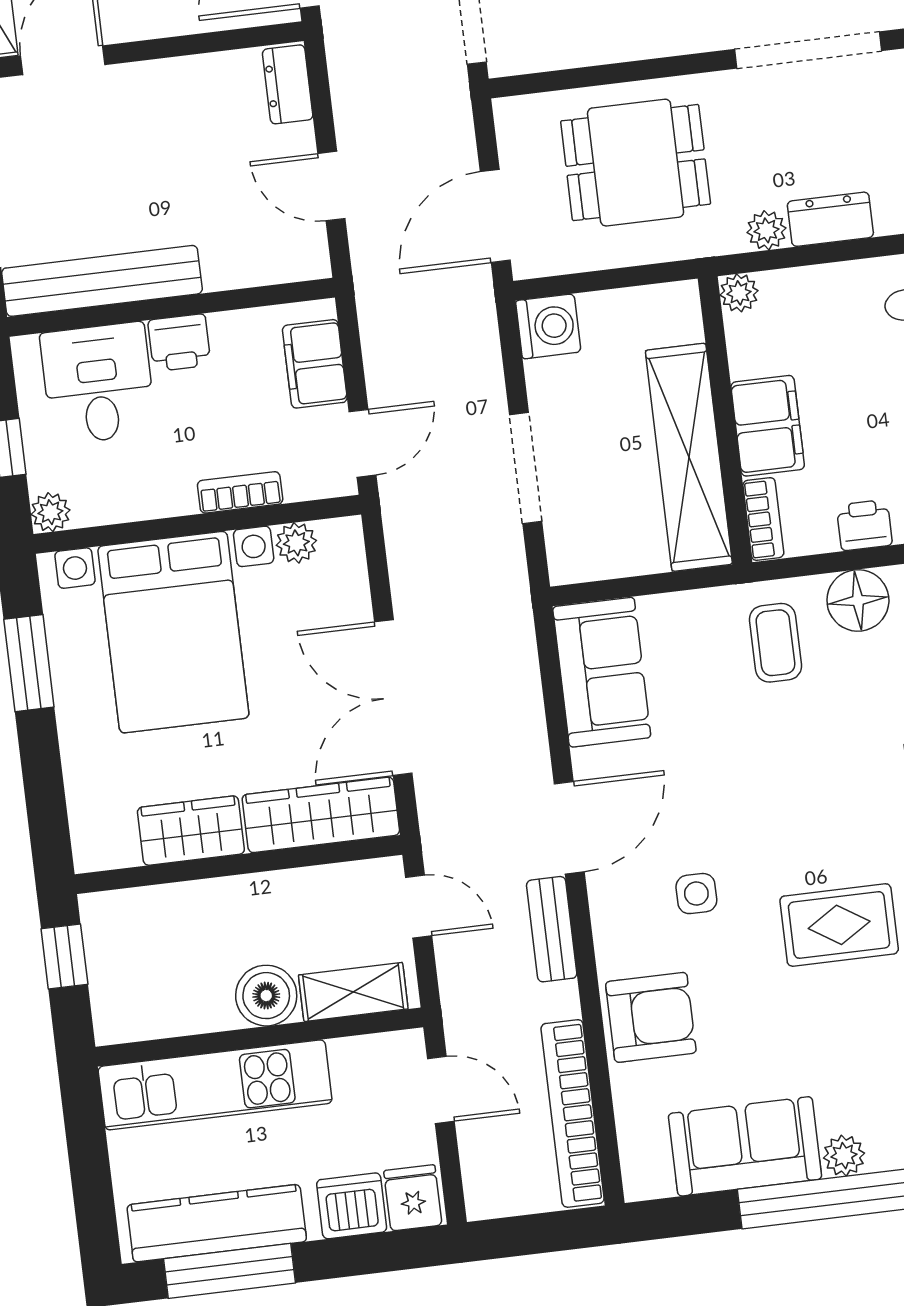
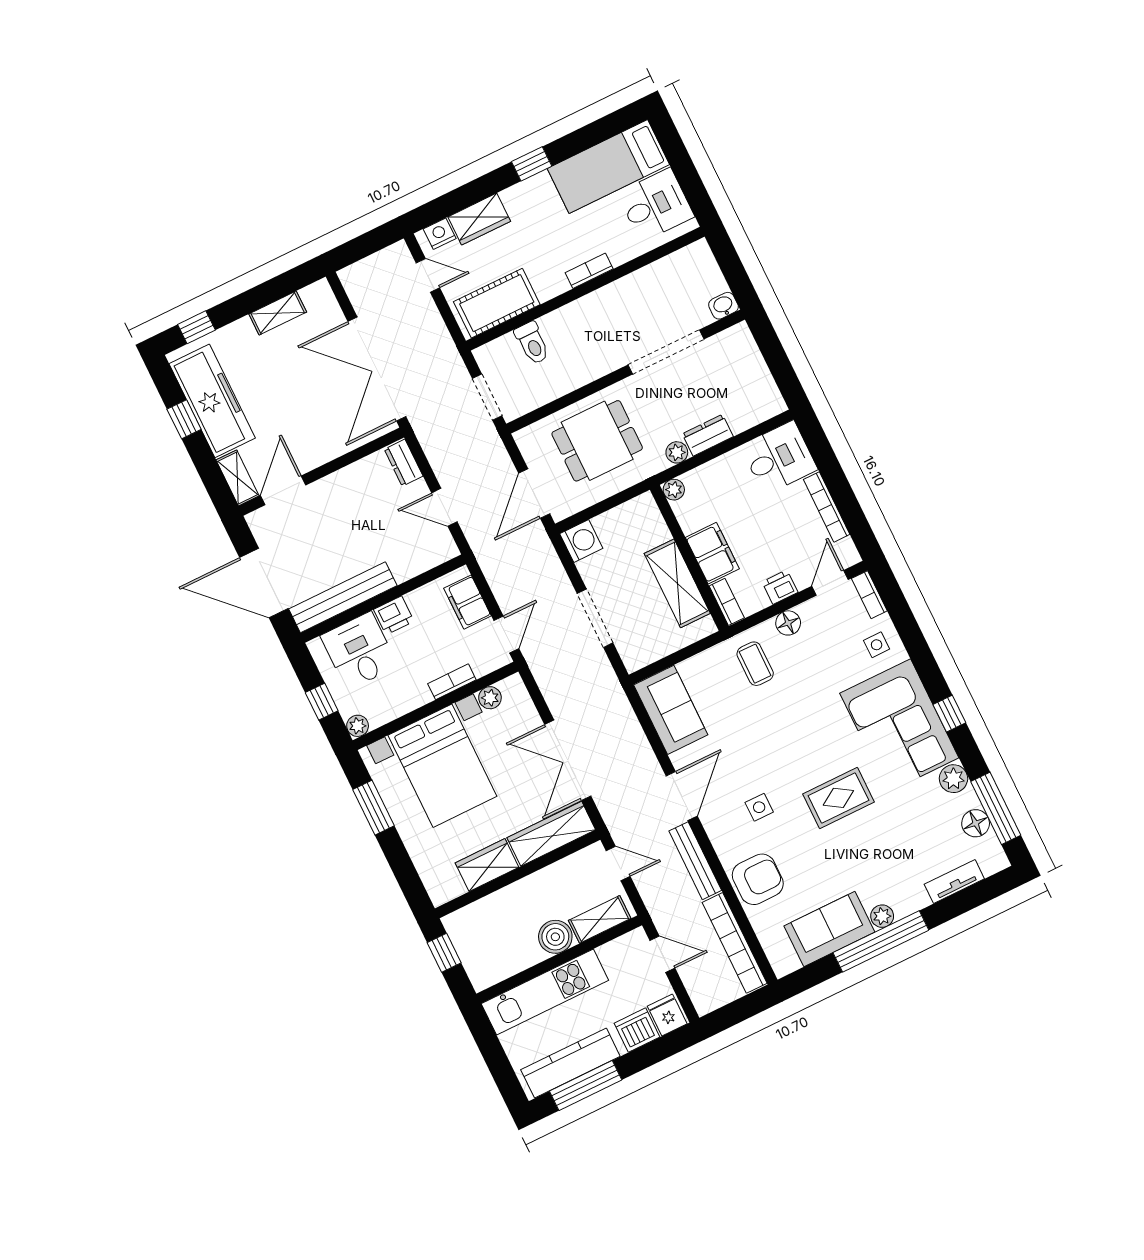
shelving: (689, 457) -> (677, 583), width x0.68
floor lamp: (858, 600) -> (788, 623), width x0.73, depth x0.73
bench: (552, 929) -> (695, 861), width x1.36

